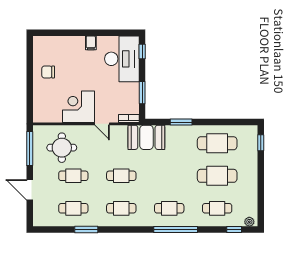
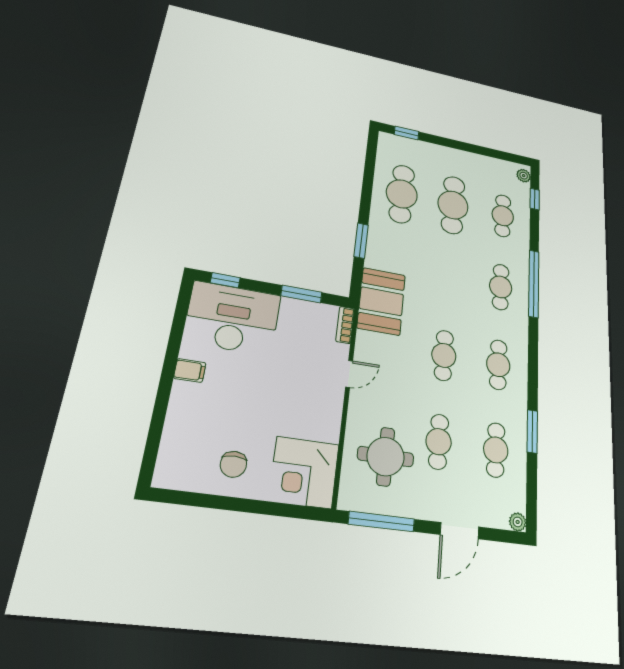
corner desk: (79, 107) -> (304, 472), moved
plant: (38, 222) -> (518, 522), added

